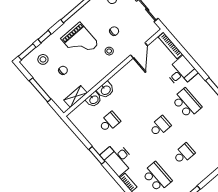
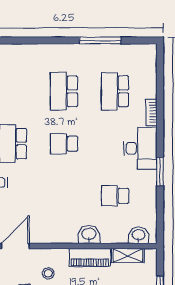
piano: (95, 78) -> (90, 257), added
washbasin: (94, 99) -> (139, 235), moved
school desk: (184, 154) -> (64, 91), width x1.85

